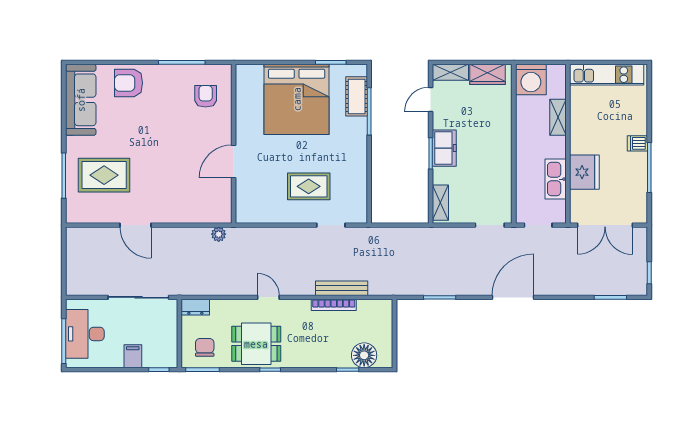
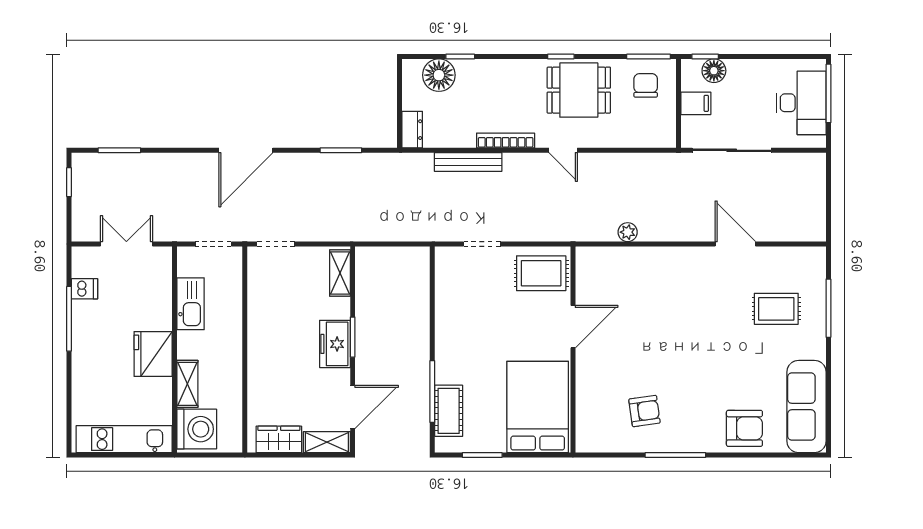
washing machine: (531, 80) -> (197, 429), moved, turned 90
armchair: (206, 96) -> (644, 411), turned -98
bed: (297, 99) -> (538, 407), width x0.73
door: (431, 99) -> (353, 407), width x1.38
dishwasher: (637, 143) -> (84, 289), moved
wall: (234, 144) -> (573, 349), moved
door: (234, 161) -> (573, 327), moved
fridge: (584, 172) -> (153, 354), moved
rug: (104, 175) -> (776, 309), width x0.73, depth x0.70
rug: (309, 186) -> (541, 273), moved
double door: (605, 225) -> (126, 244), width x0.73
bookcase: (334, 305) -> (506, 141), moved
dresser: (195, 307) -> (412, 130), moved, turned 90
chair: (205, 347) -> (646, 85), turned 180
filing cabinet: (133, 356) -> (696, 103), moved, turned -90
floor lamp: (152, 359) -> (714, 71), added

